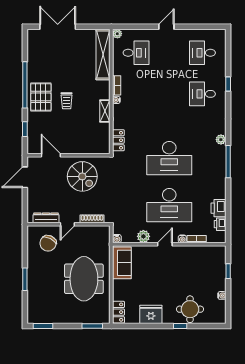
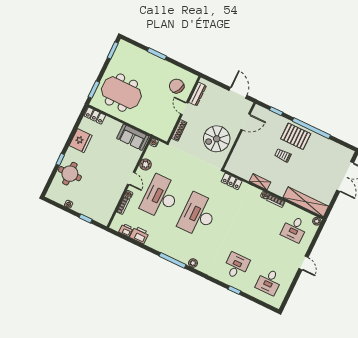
desk: (202, 53) -> (269, 282), turned 180
meeting table: (84, 279) -> (121, 93), moved

